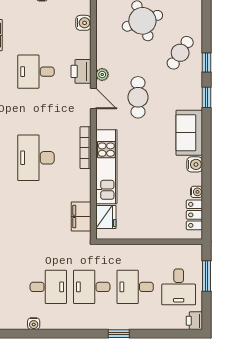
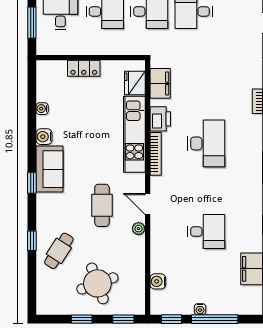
printer: (81, 71) -> (160, 119), moved
window: (207, 97) -> (32, 183), moved
locker: (194, 215) -> (84, 68), moved, turned 90

